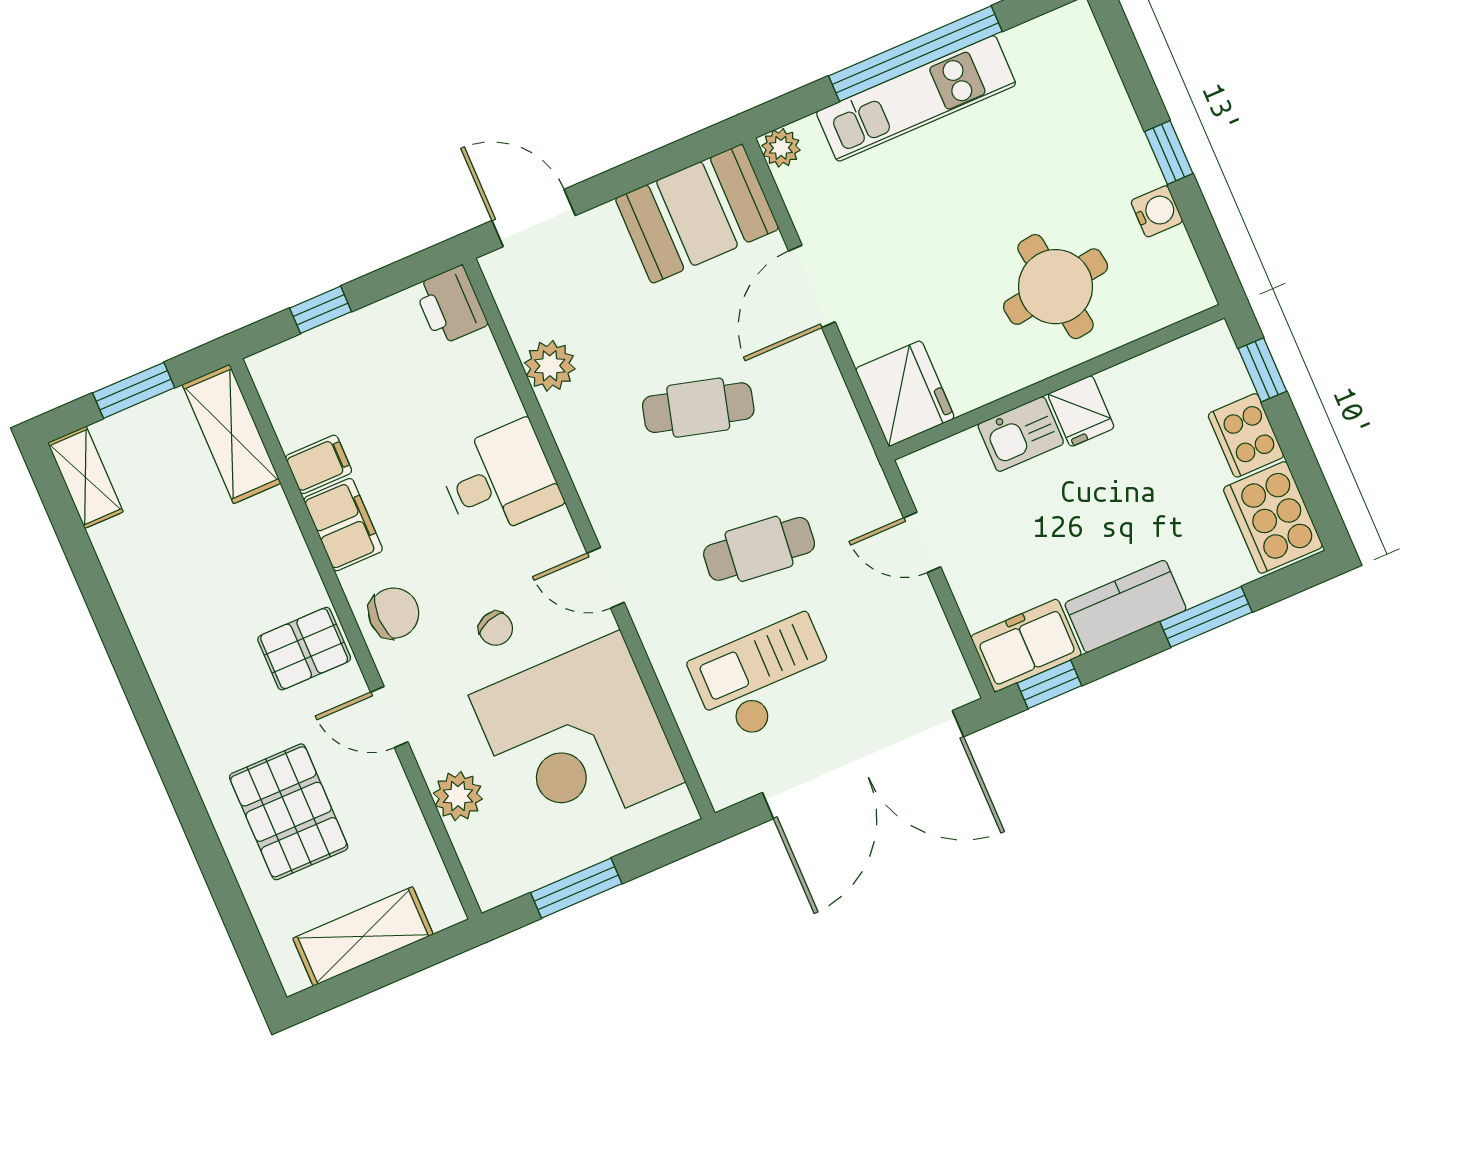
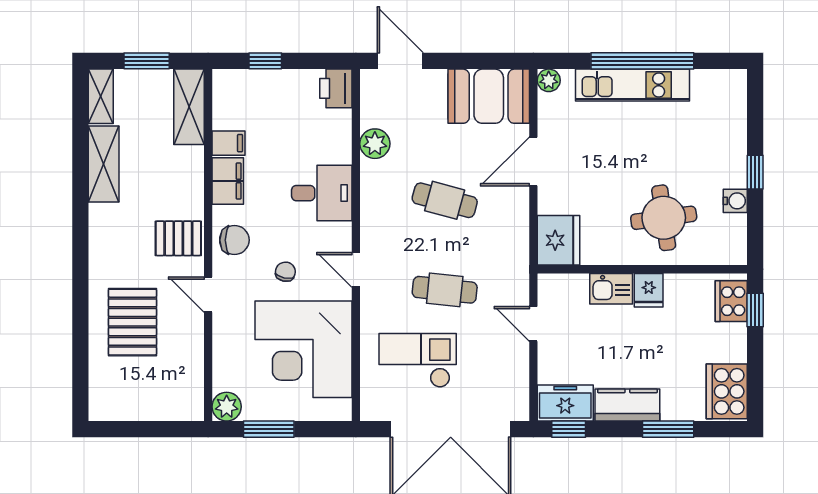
cooker: (1246, 435) -> (731, 301), moved
chair: (496, 628) -> (285, 272), turned -148
plant: (458, 796) -> (227, 407), moved
shelving: (363, 936) -> (104, 164), moved, turned 90

